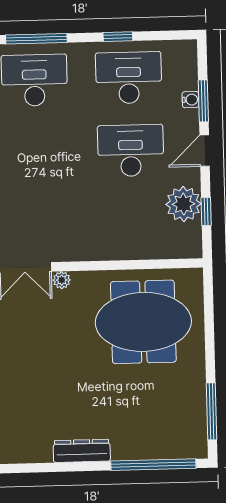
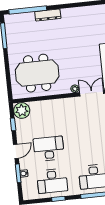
desk: (131, 151) -> (49, 149), turned 180
plant: (183, 204) -> (22, 110), moved
dresser: (82, 451) -> (48, 15), moved

